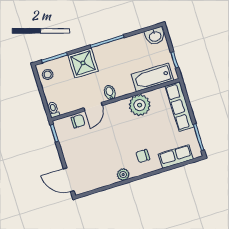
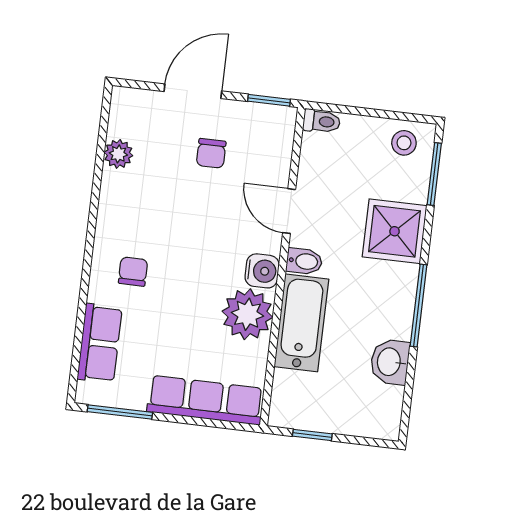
washbasin: (155, 36) -> (390, 362), moved
bathtub: (152, 77) -> (301, 323), moved
water cooler: (121, 107) -> (262, 271), added
chair: (78, 121) -> (211, 153), moved
plant: (123, 175) -> (118, 154), moved
door: (69, 180) -> (193, 91), moved

